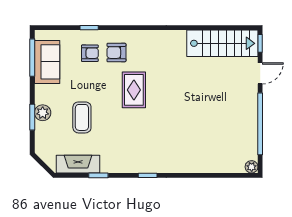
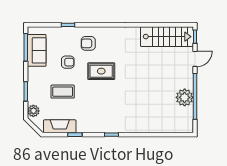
armchair: (90, 53) -> (68, 62), moved
rug: (134, 90) -> (101, 71), turned 90
plant: (43, 113) -> (33, 111), moved
coffee table: (82, 117) -> (63, 92), turned 90
plant: (252, 167) -> (185, 97), moved, width x1.87, depth x1.87

